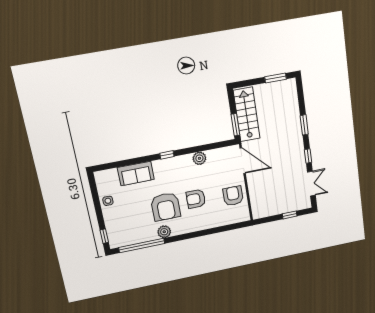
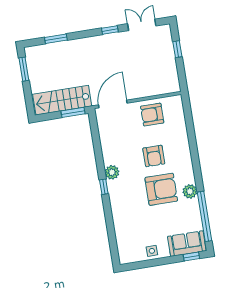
window: (304, 125) -> (56, 39), moved
plant: (199, 158) -> (112, 172), moved
sofa: (136, 173) -> (187, 244), moved, turned -90

